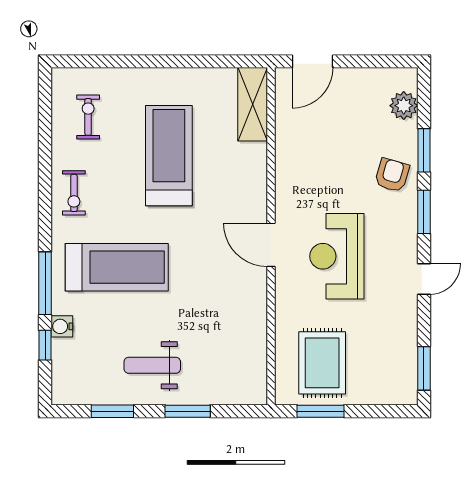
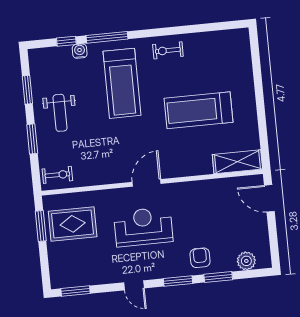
exercise bike: (88, 117) -> (57, 175), moved
treadmill: (169, 156) -> (198, 110), turned 180
armchair: (392, 175) -> (200, 258), turned -106
weight bench: (152, 365) -> (60, 113), turned 180

